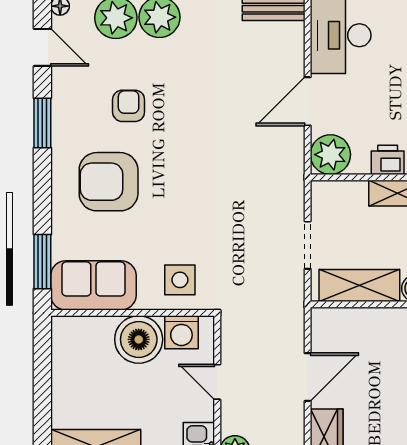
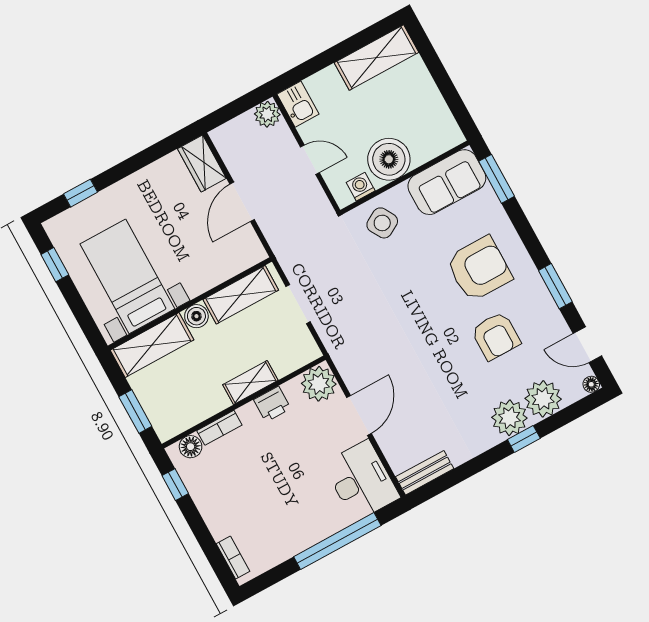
armchair: (129, 106) -> (496, 336), width x1.38, depth x1.38
side table: (180, 280) -> (382, 223), turned -30
washing machine: (181, 332) -> (361, 187), width x0.73, depth x0.73

